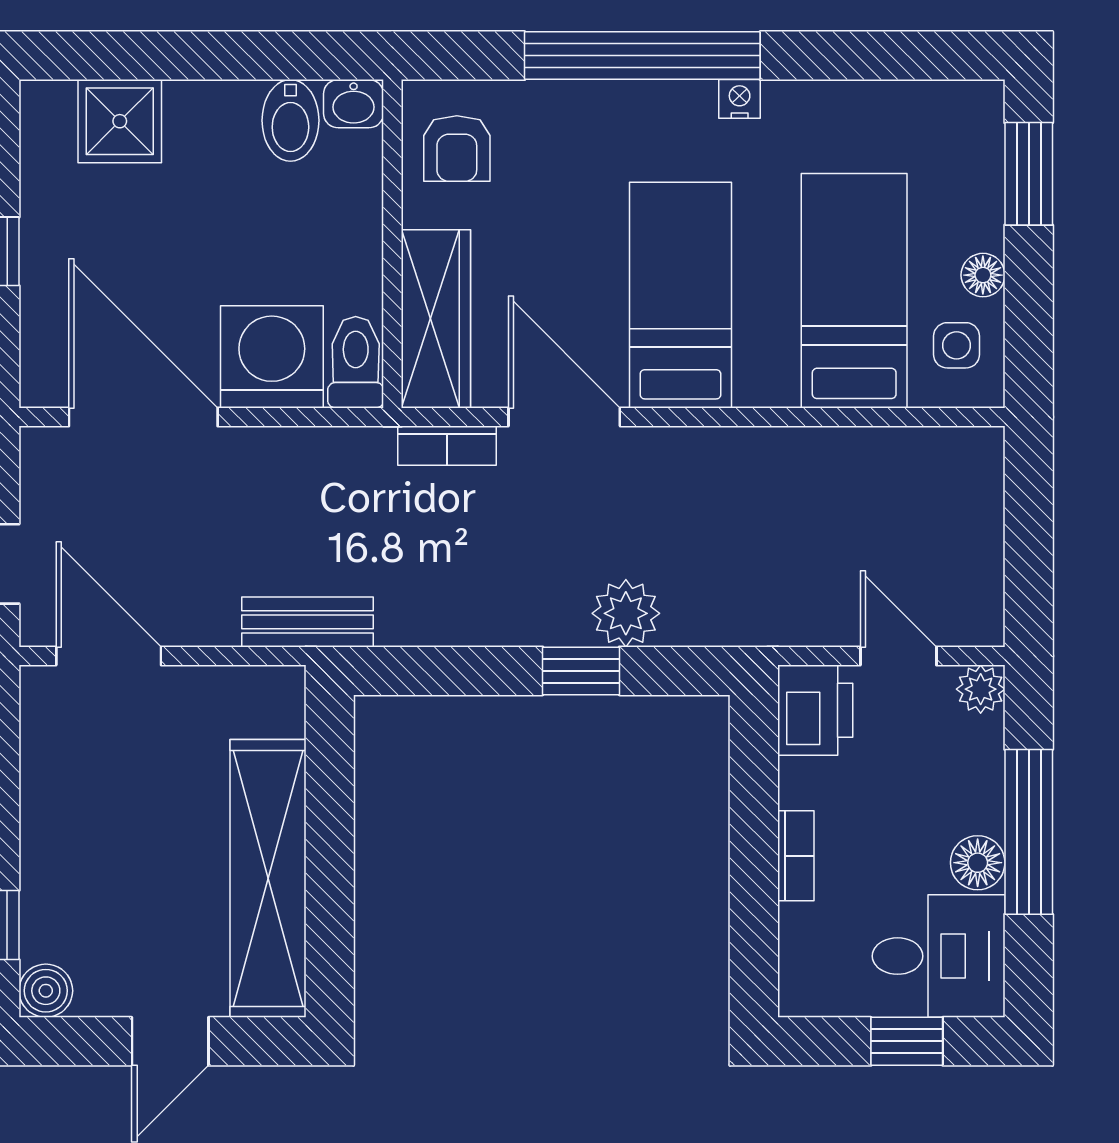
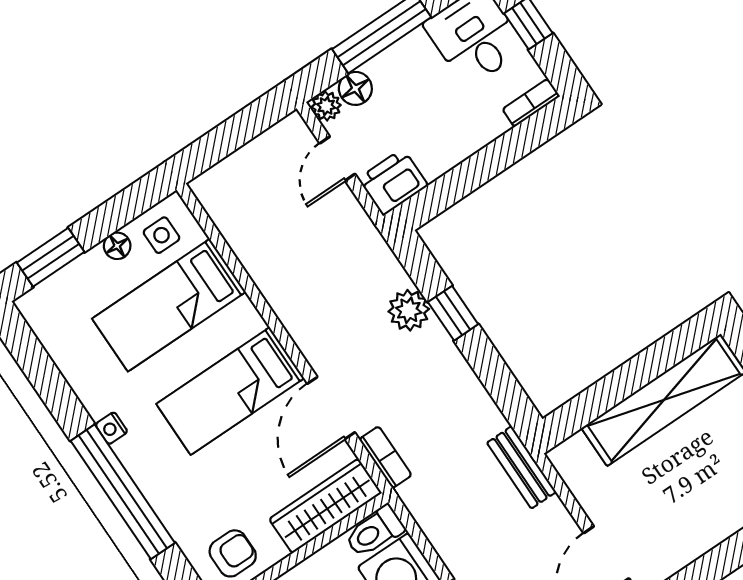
bookcase: (796, 856) -> (531, 103), moved
floor lamp: (978, 863) -> (355, 88), moved

